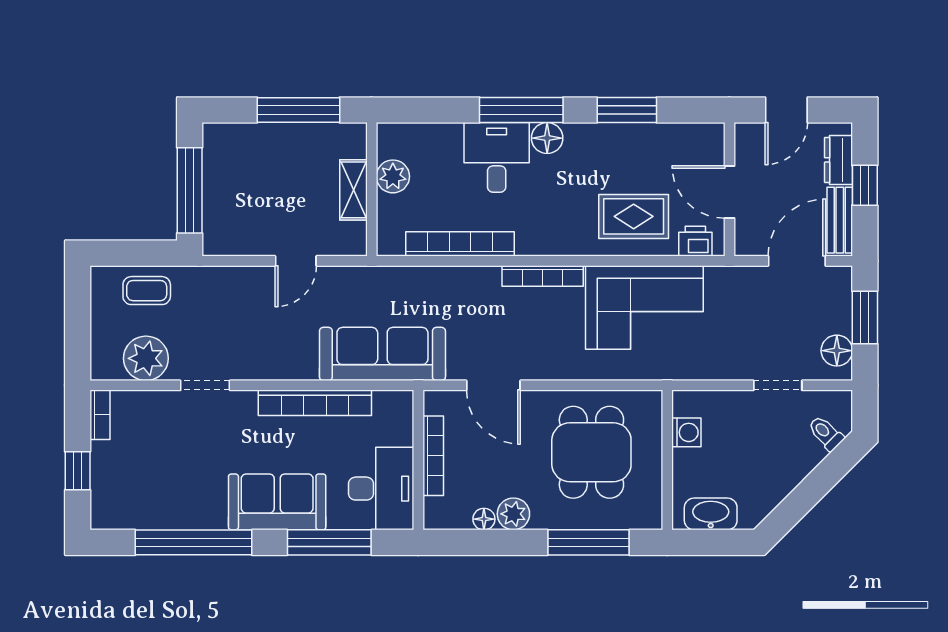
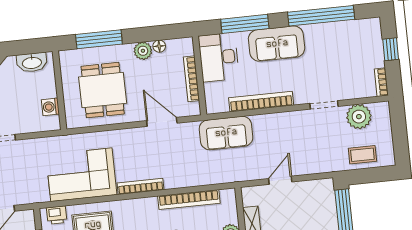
sofa: (382, 354) -> (226, 133), width x0.73

